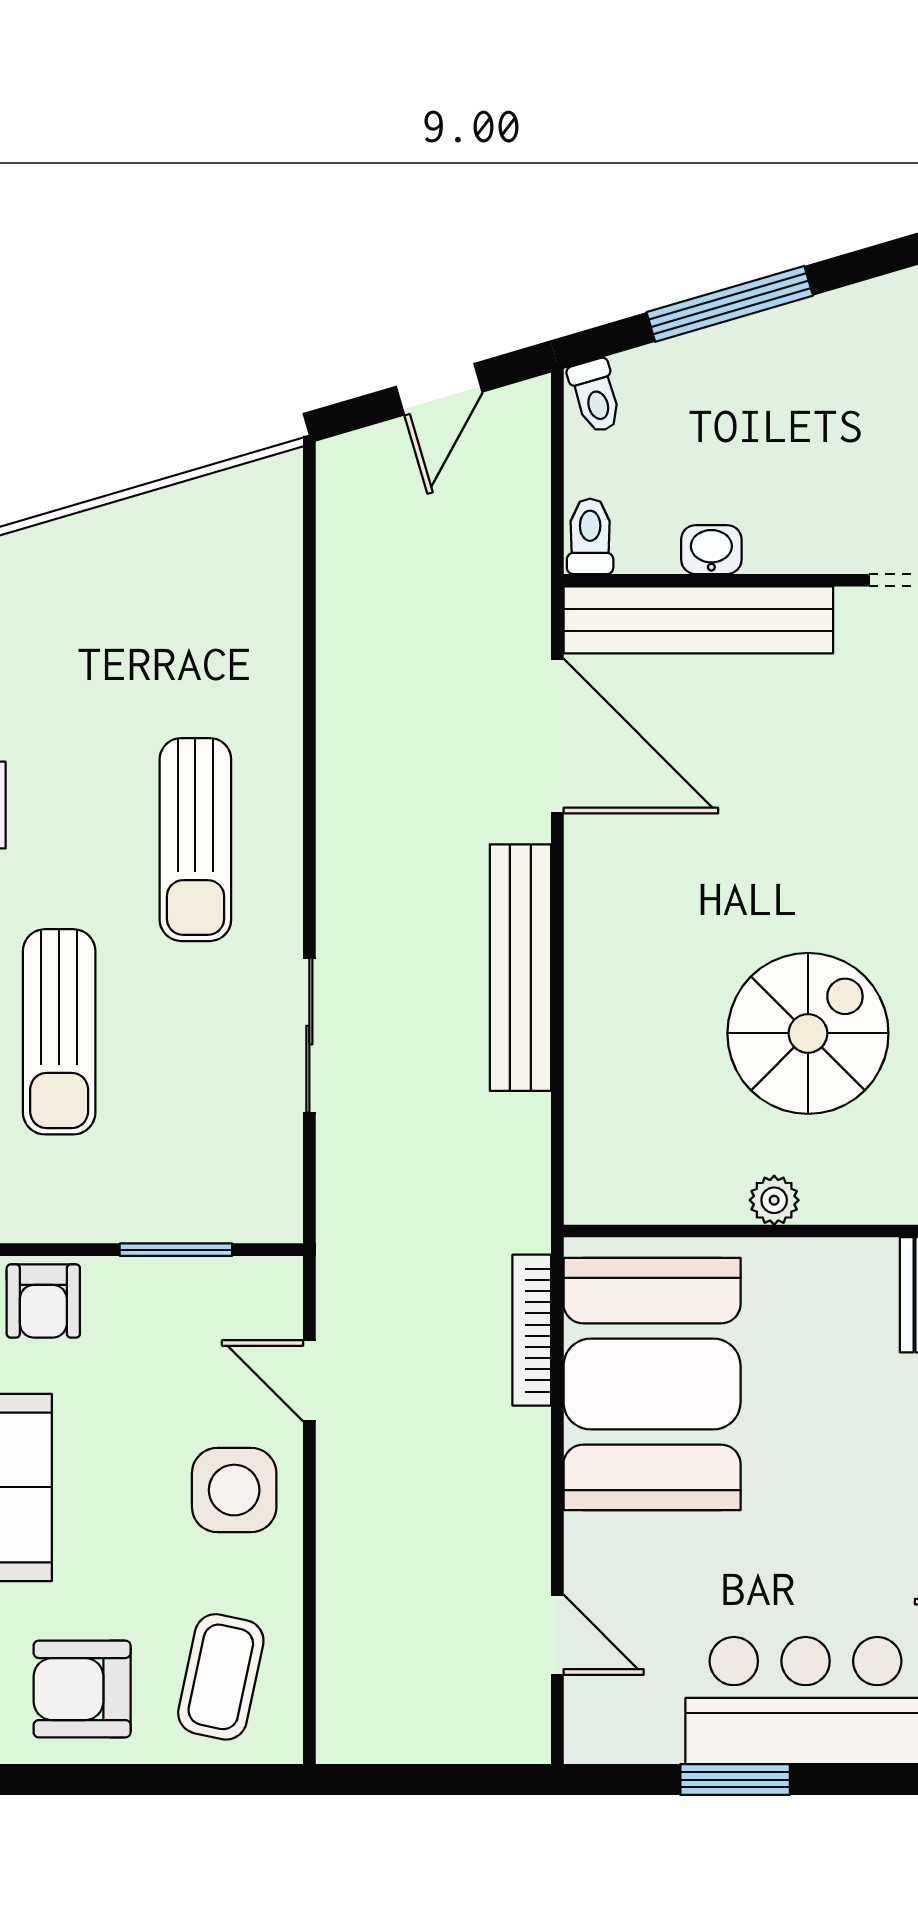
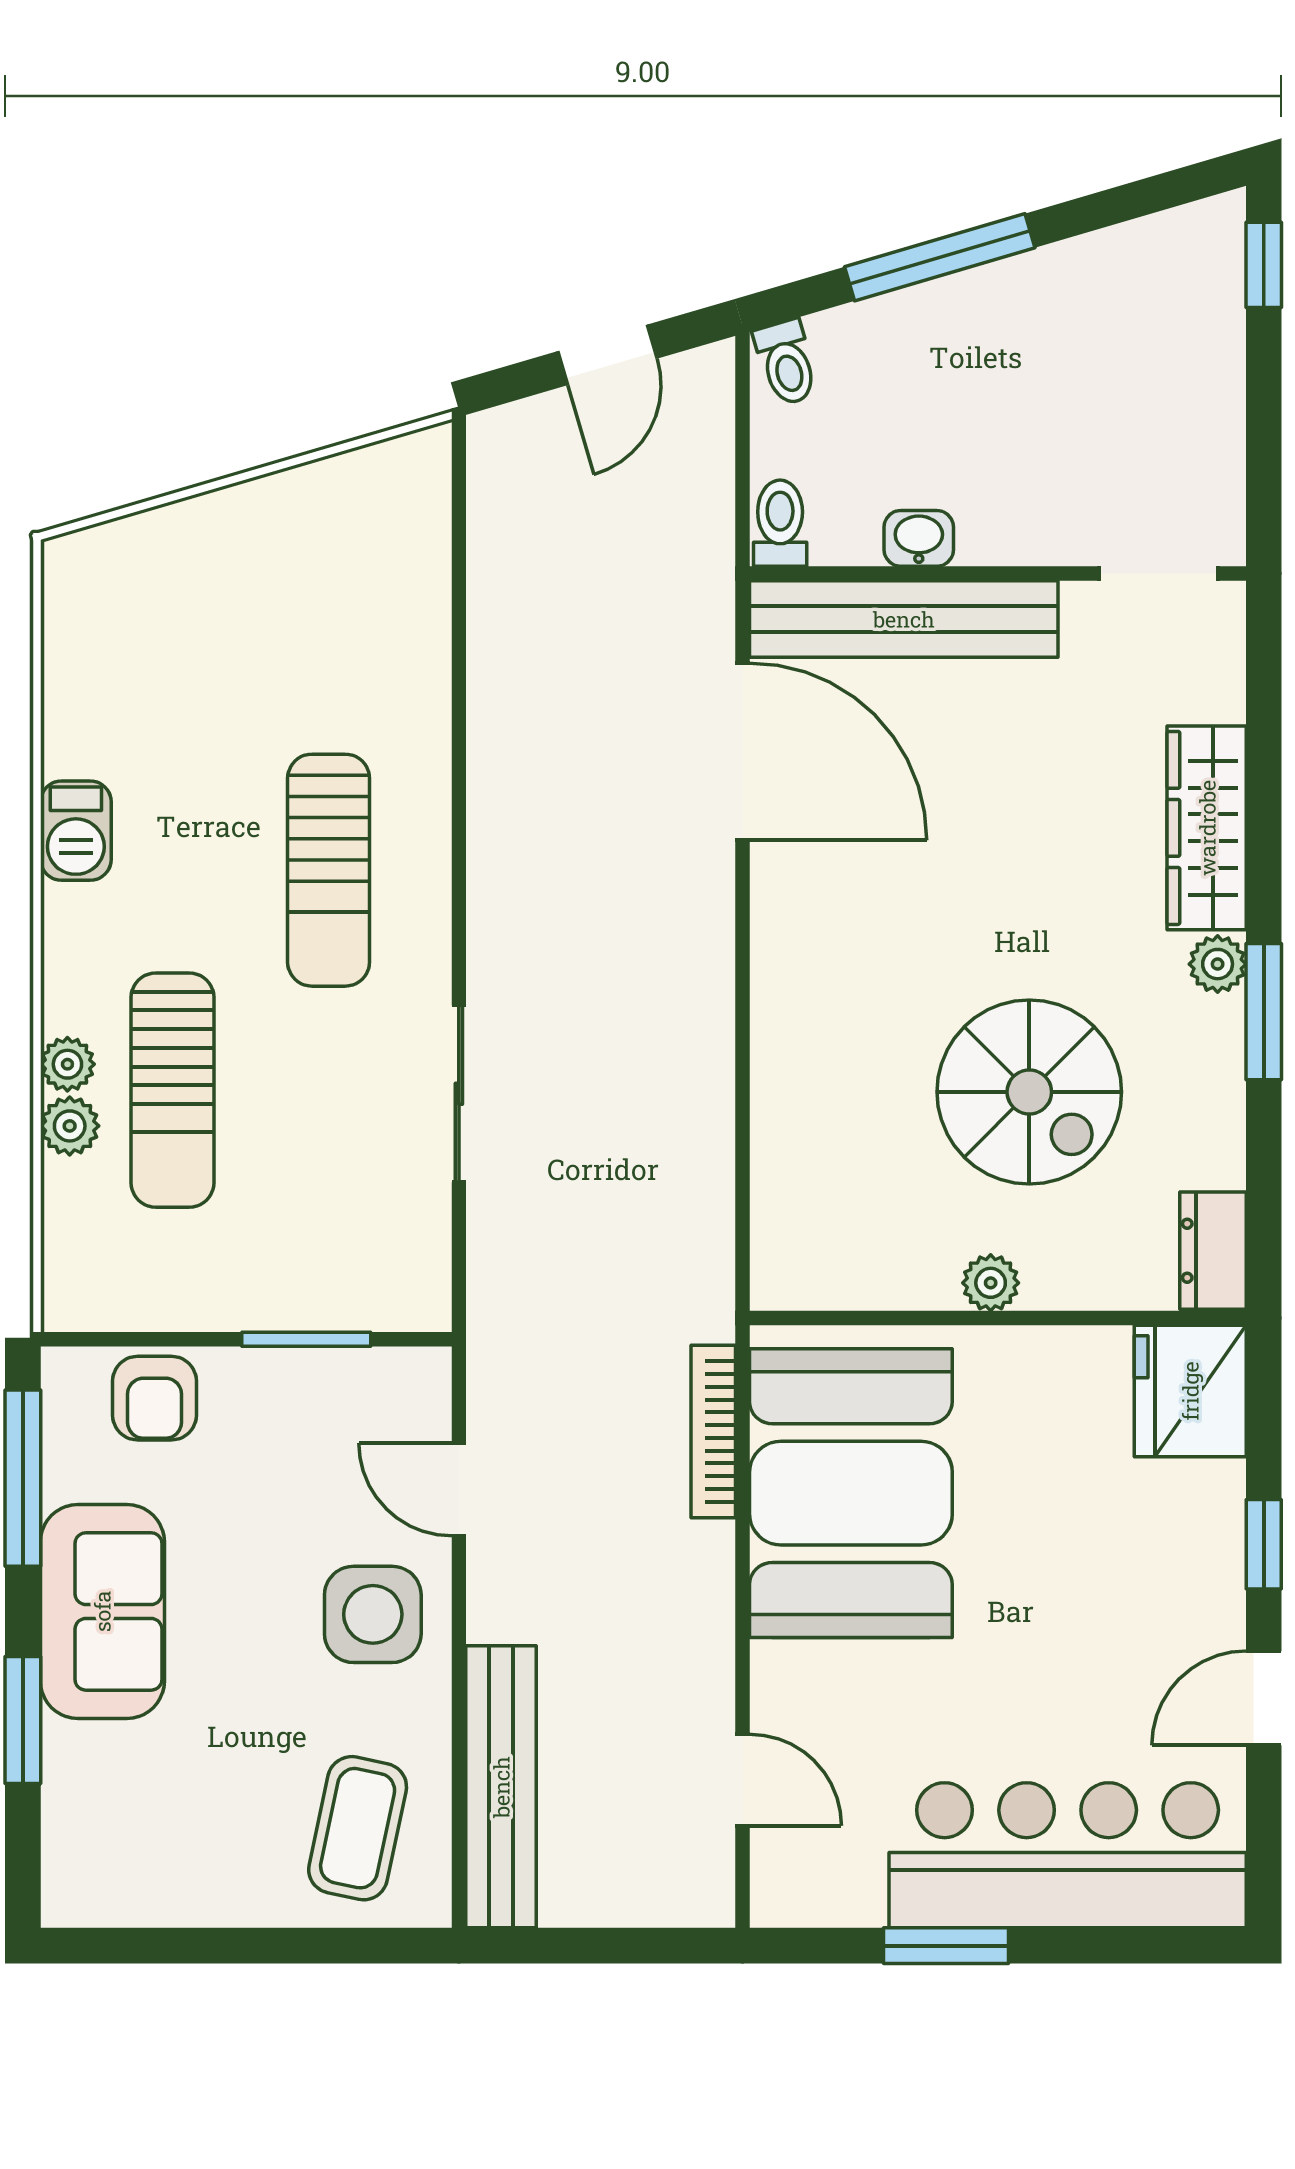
bench: (520, 968) -> (501, 1787), moved
spiral stairs: (808, 1033) -> (1029, 1092), turned 90
armchair: (82, 1689) -> (199, 1842), removed

